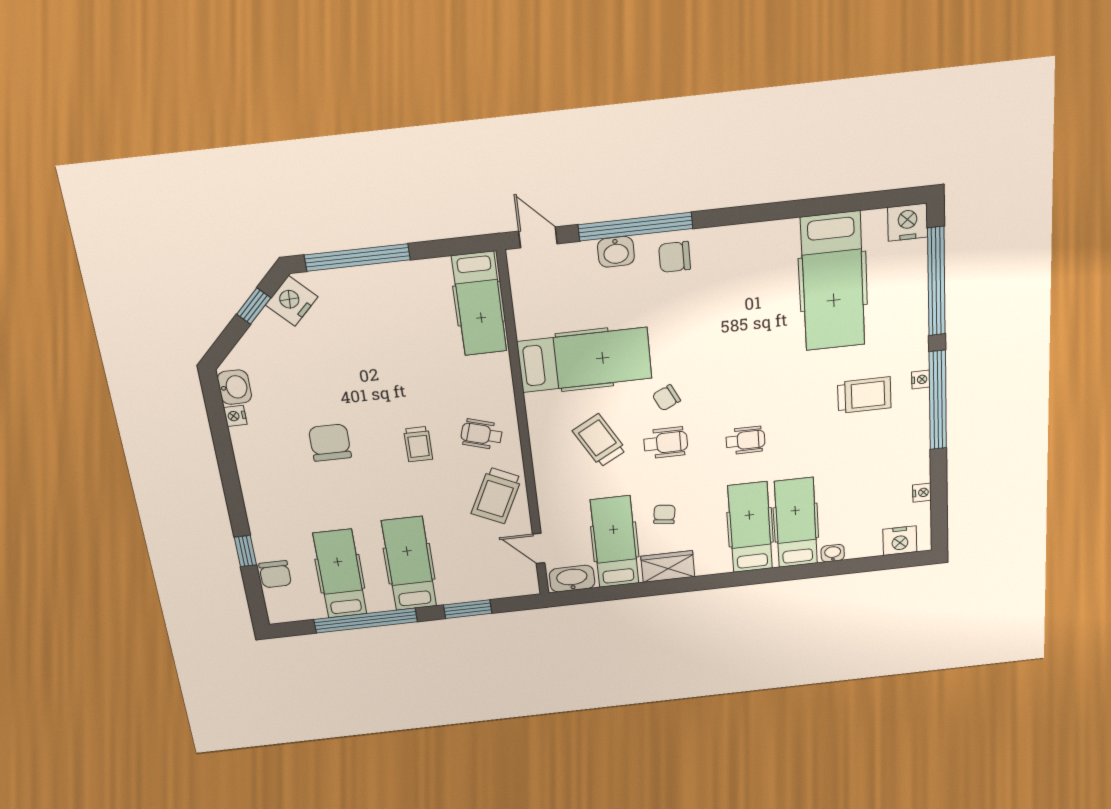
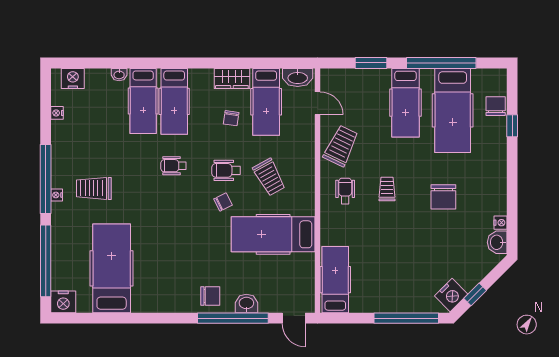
wheelchair: (482, 434) -> (345, 191), turned -107
hospital bed: (340, 574) -> (453, 110), width x1.37, depth x1.29

